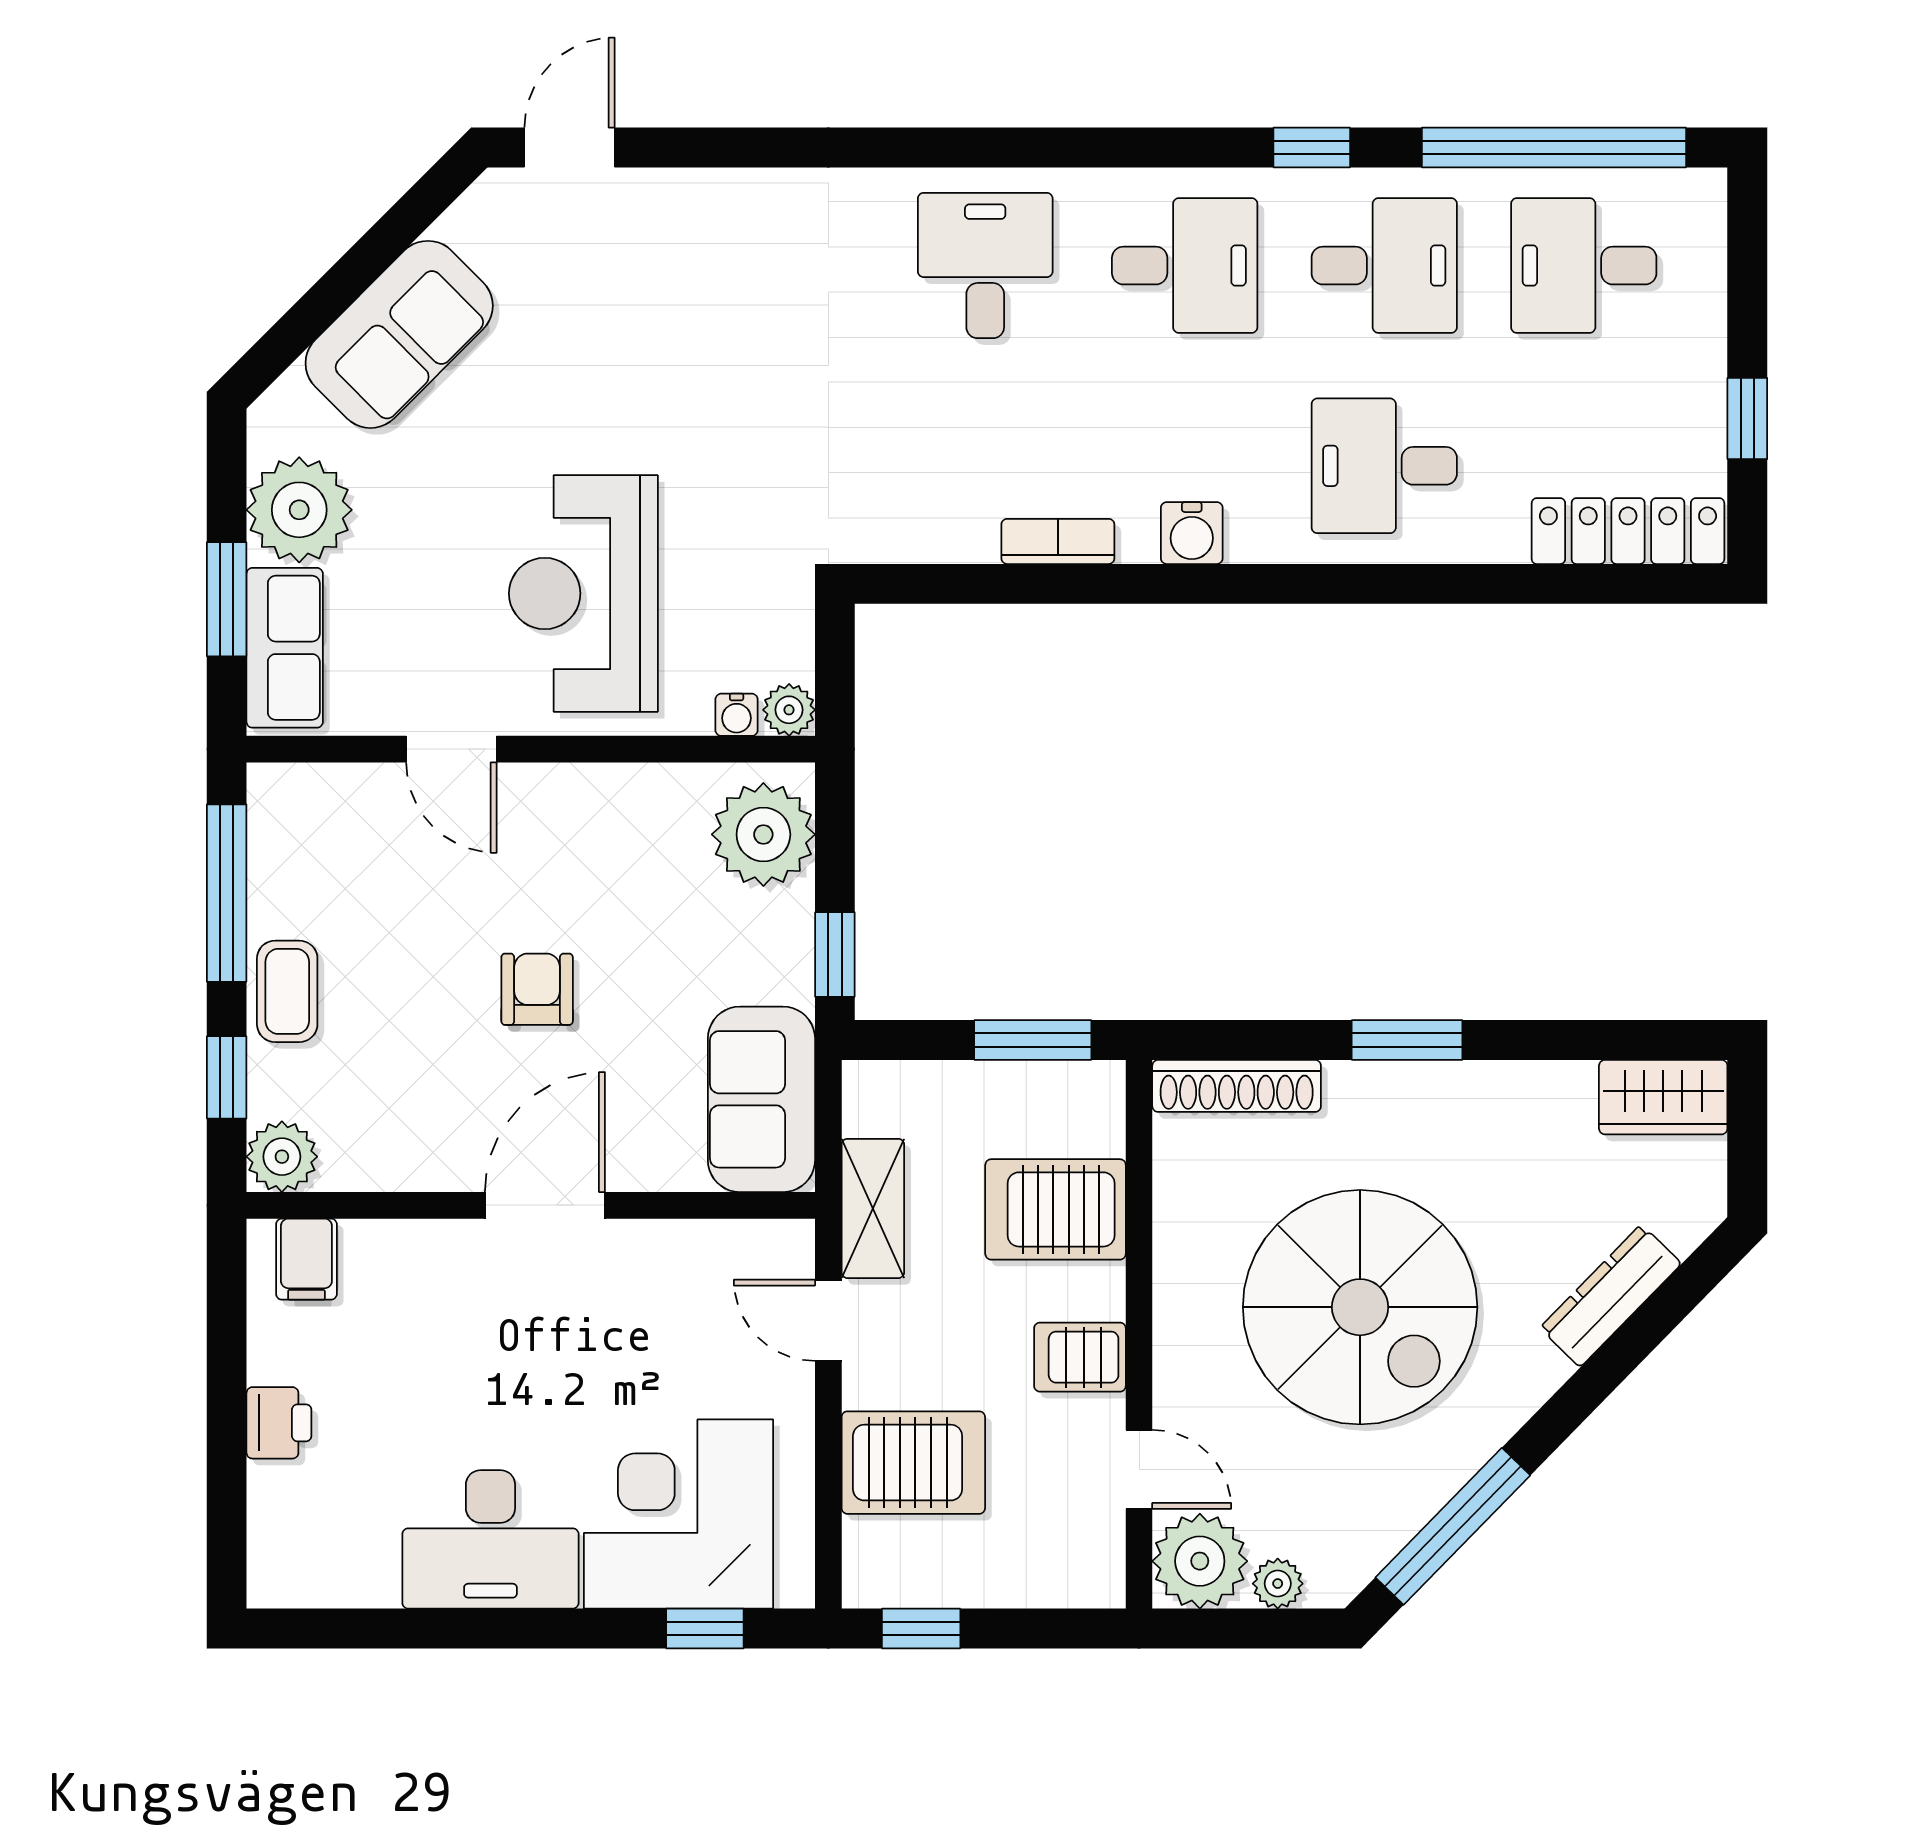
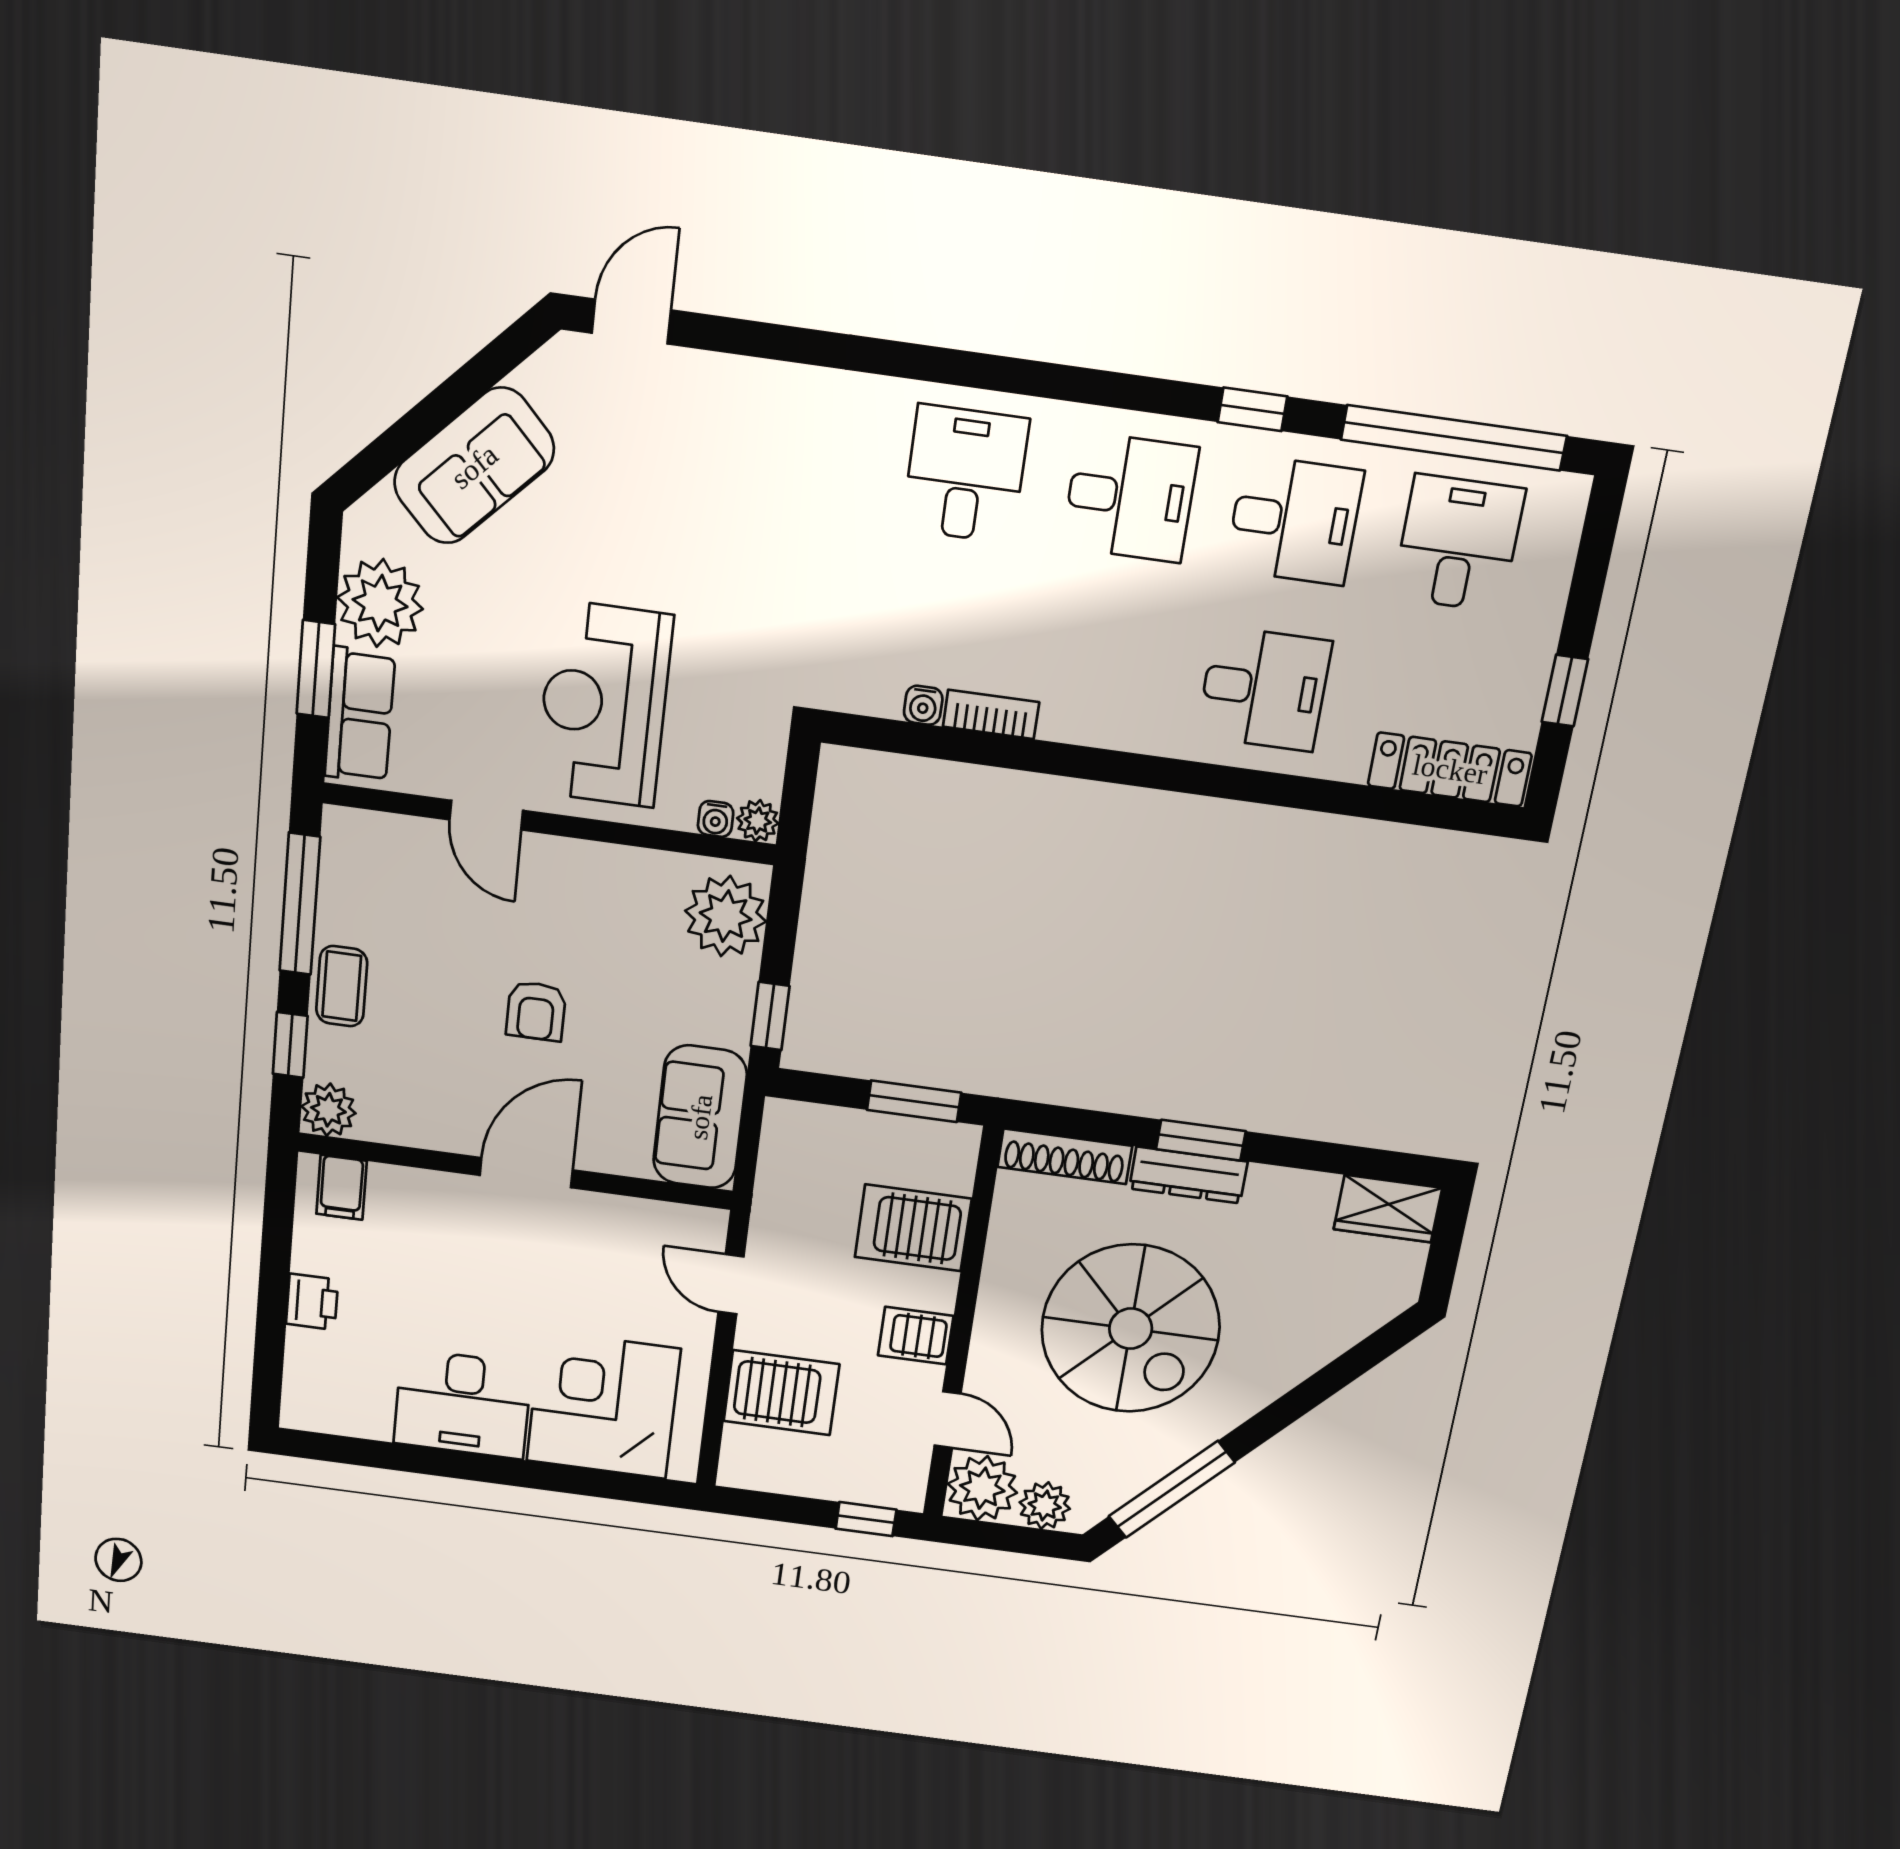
desk: (1584, 266) -> (1458, 543), turned 90
desk: (1384, 466) -> (1264, 689), turned 180
water cooler: (1192, 533) -> (923, 705), moved, width x0.72, depth x0.72
armchair: (537, 989) -> (536, 1011), turned 180
shelving: (873, 1208) -> (775, 1209), removed
dresser: (1611, 1296) -> (1188, 1175), moved, turned -134
plant: (1278, 1584) -> (1045, 1506), width x1.38, depth x1.38
window: (705, 1628) -> (614, 1486), removed
window: (921, 1628) -> (866, 1519), moved

